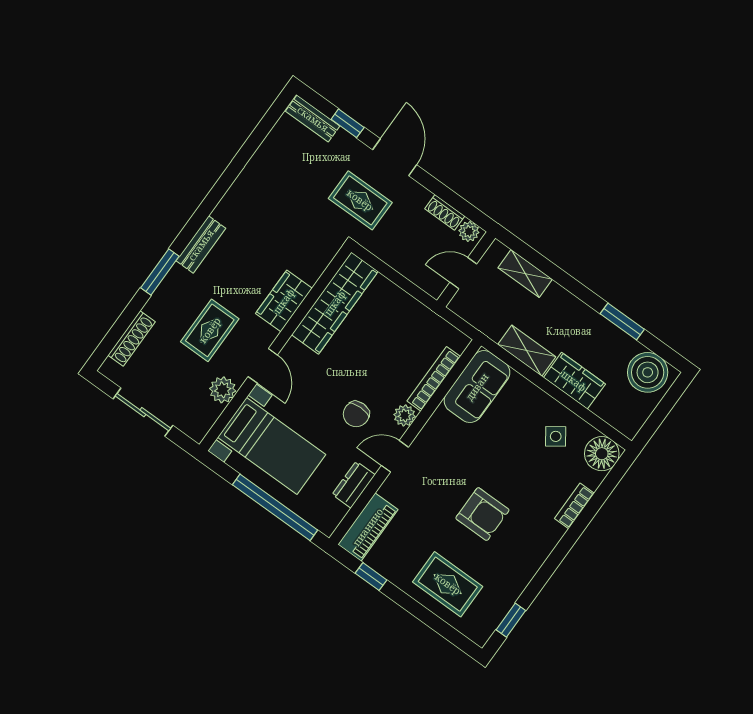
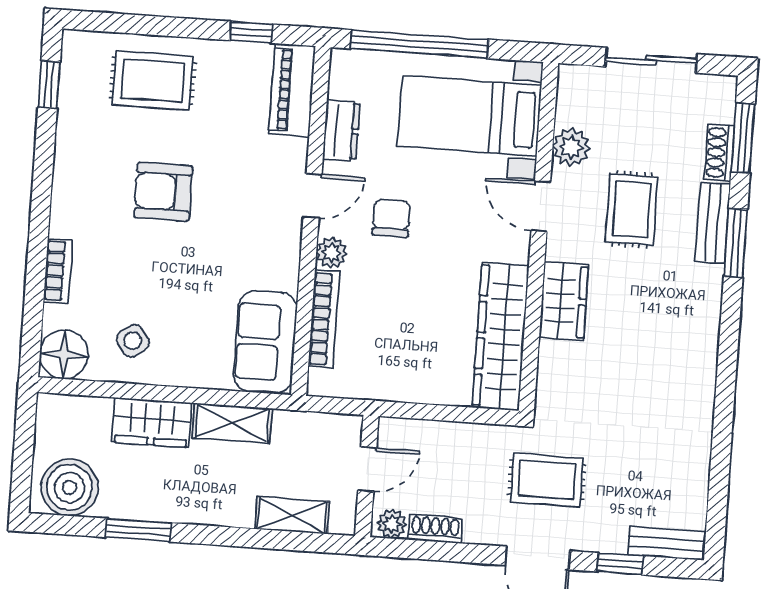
bench: (201, 245) -> (713, 223), moved
window: (117, 332) -> (743, 138), added
shoe rack: (132, 338) -> (719, 153), width x0.70

